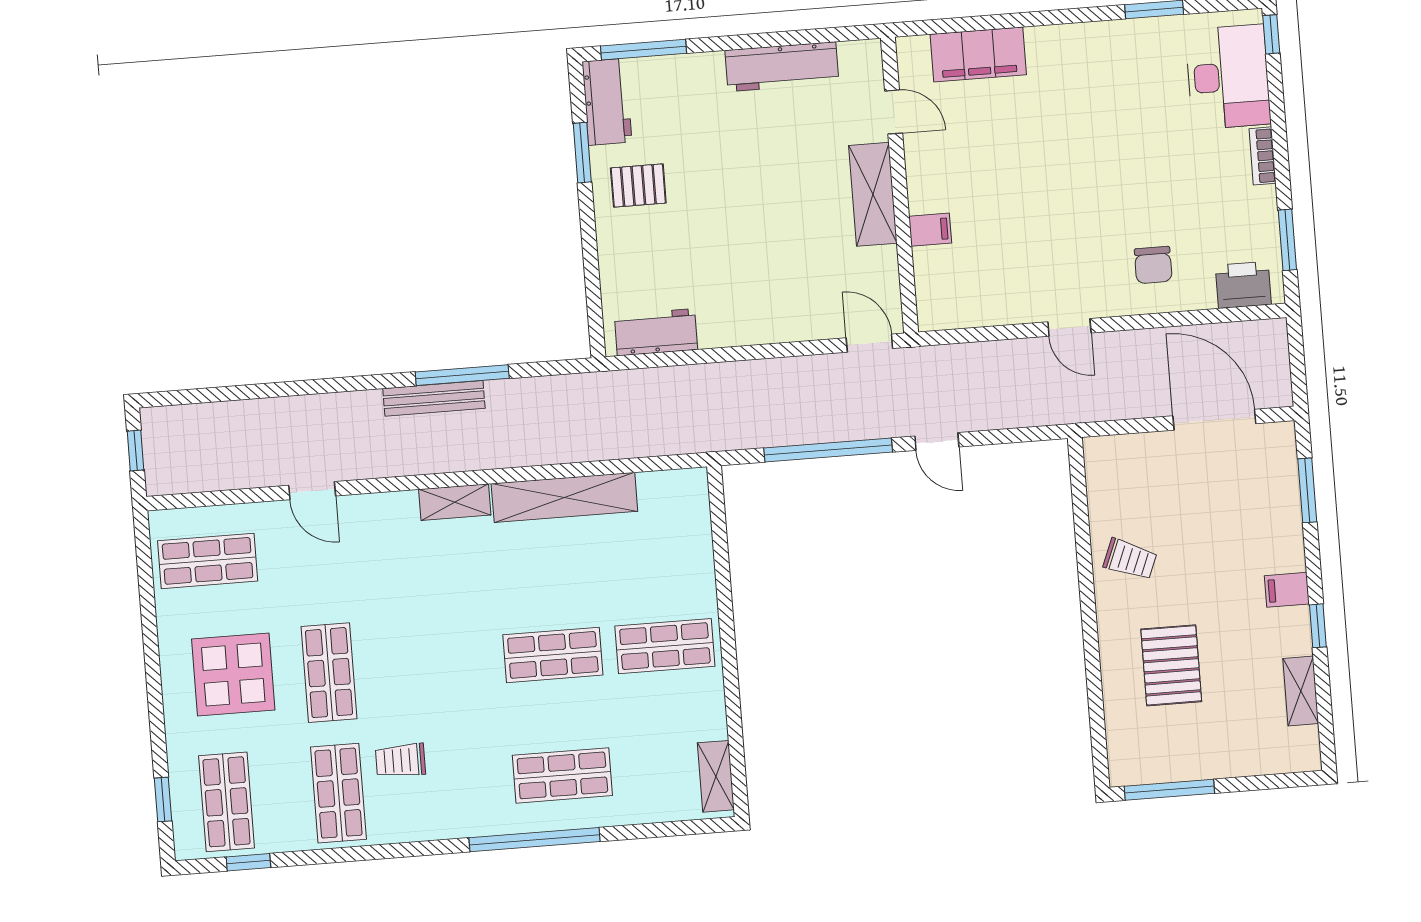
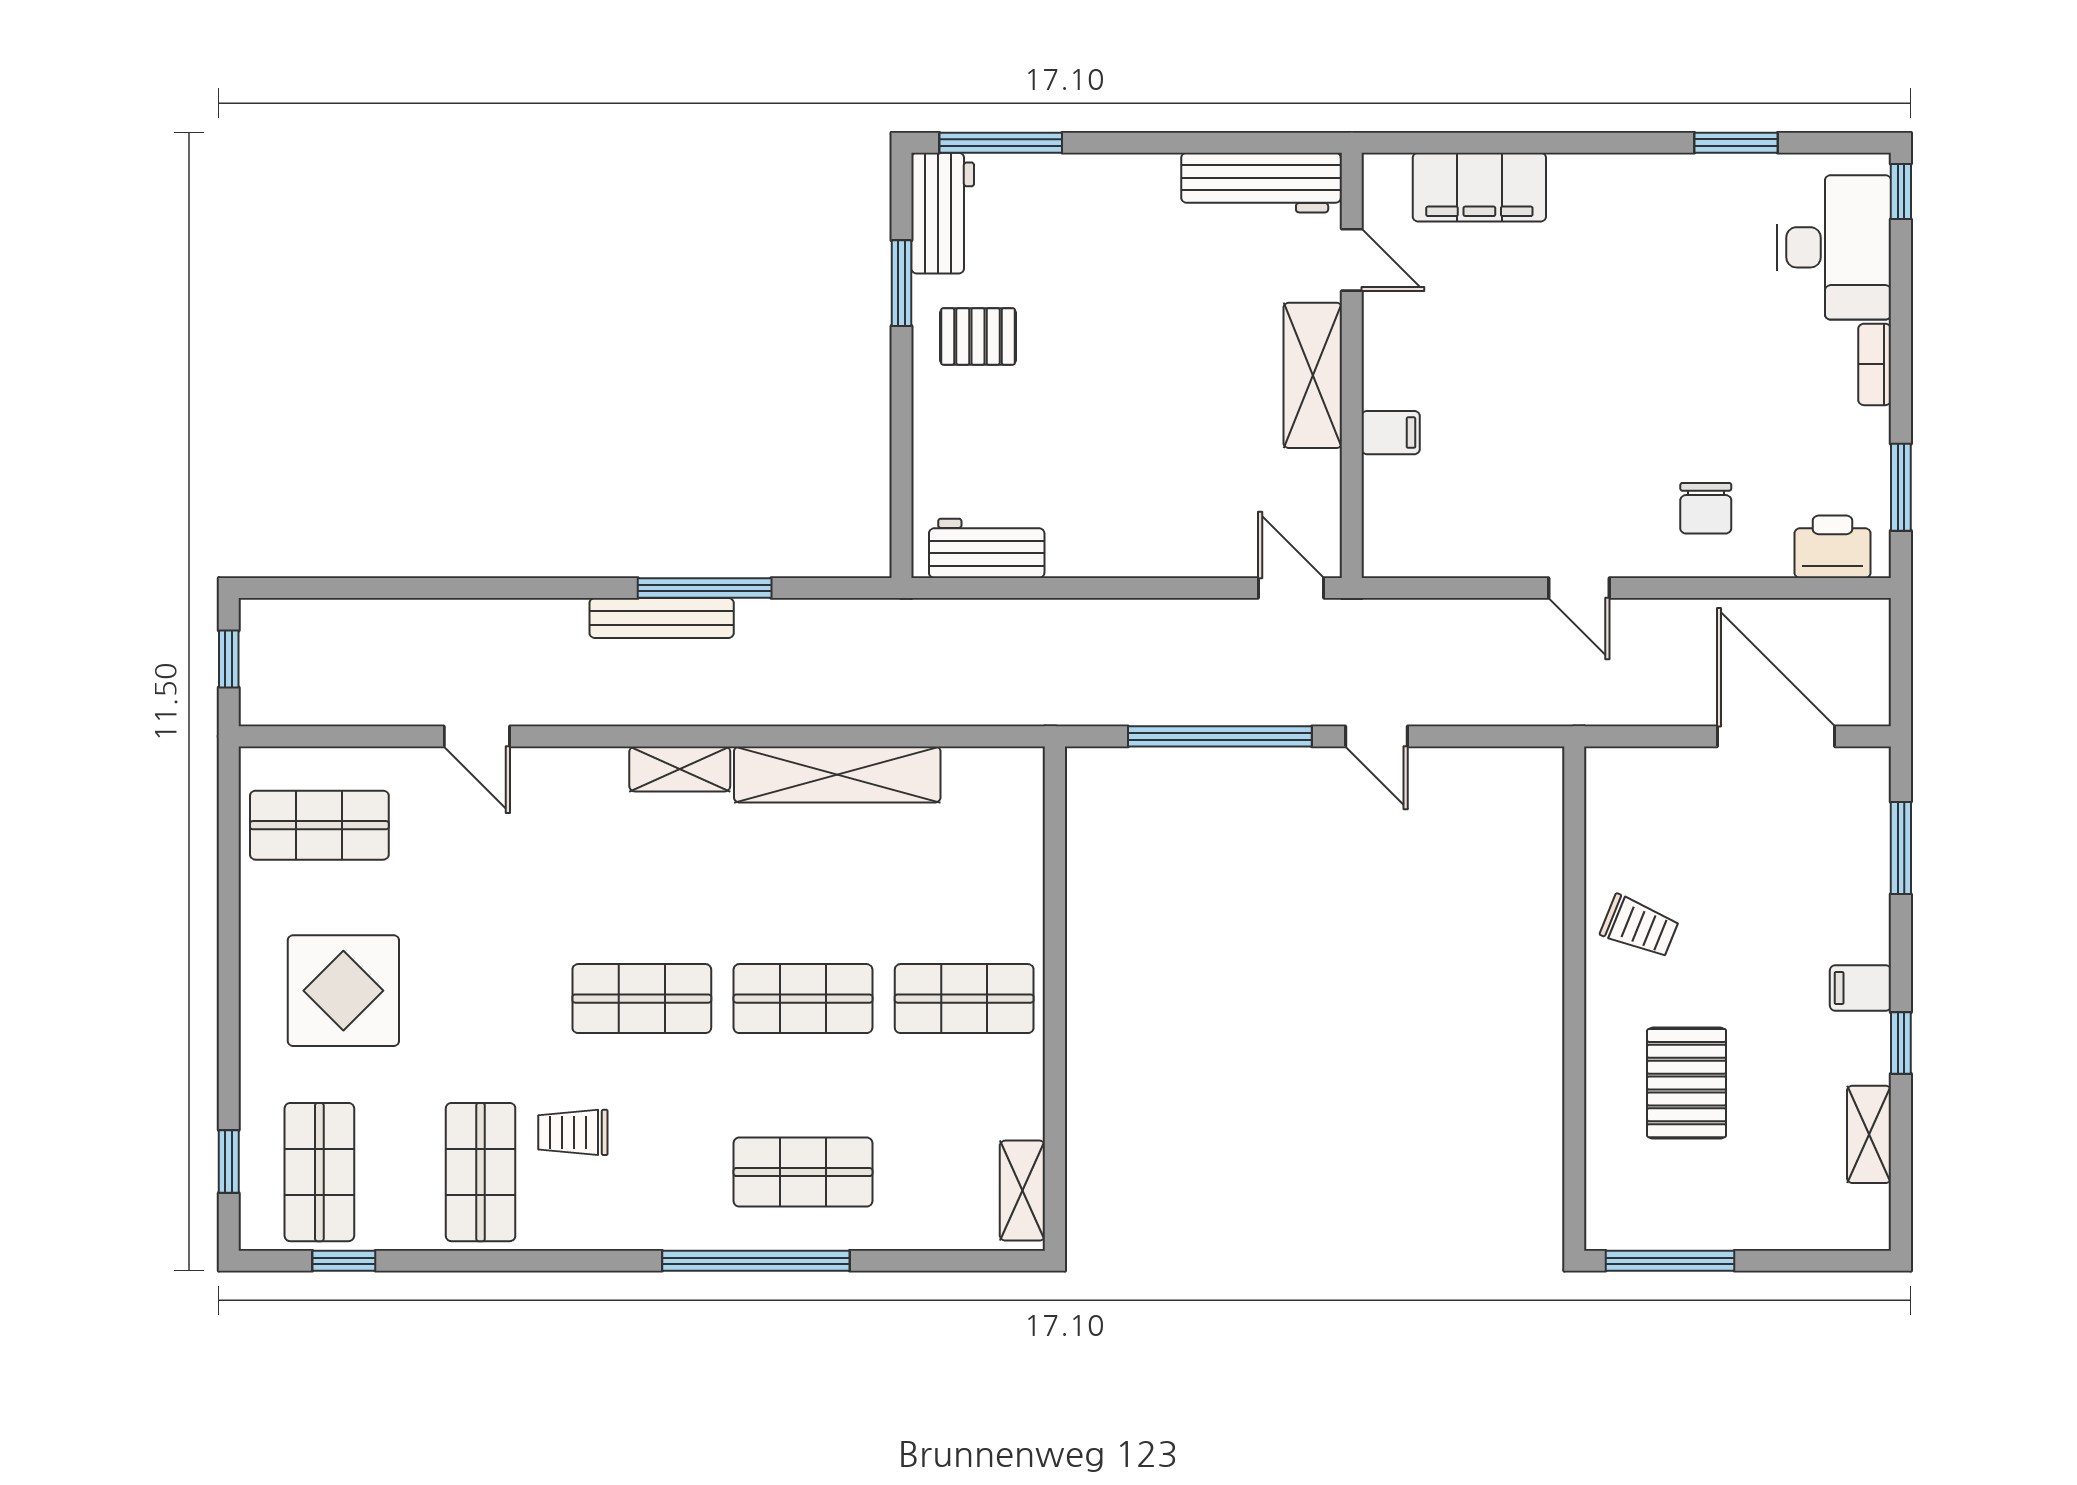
workbench: (782, 67) -> (1261, 183), moved
shop shelf: (329, 673) -> (642, 999), moved, turned 90

